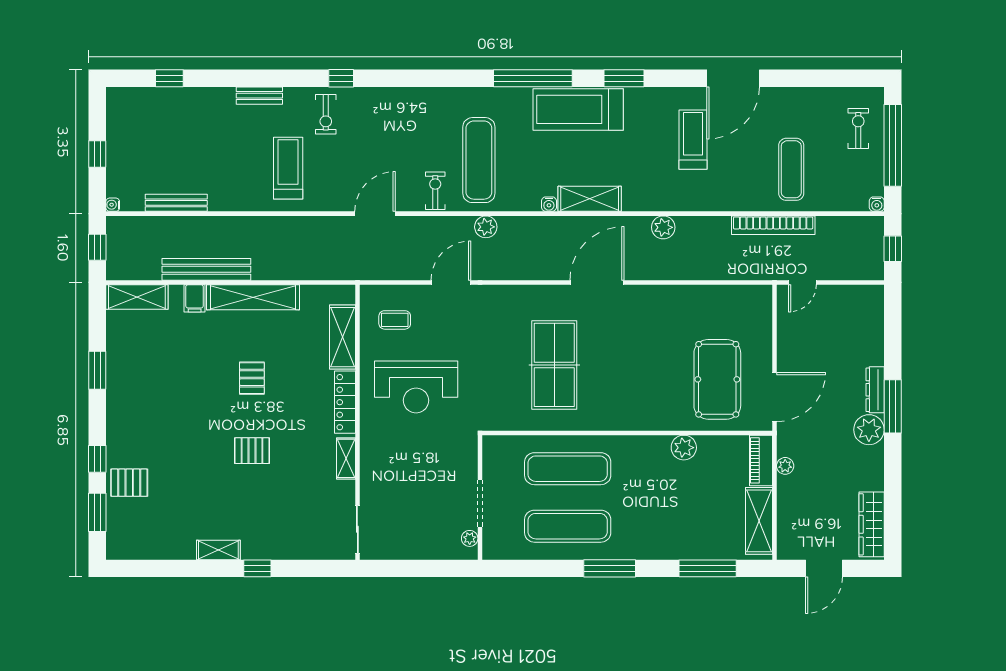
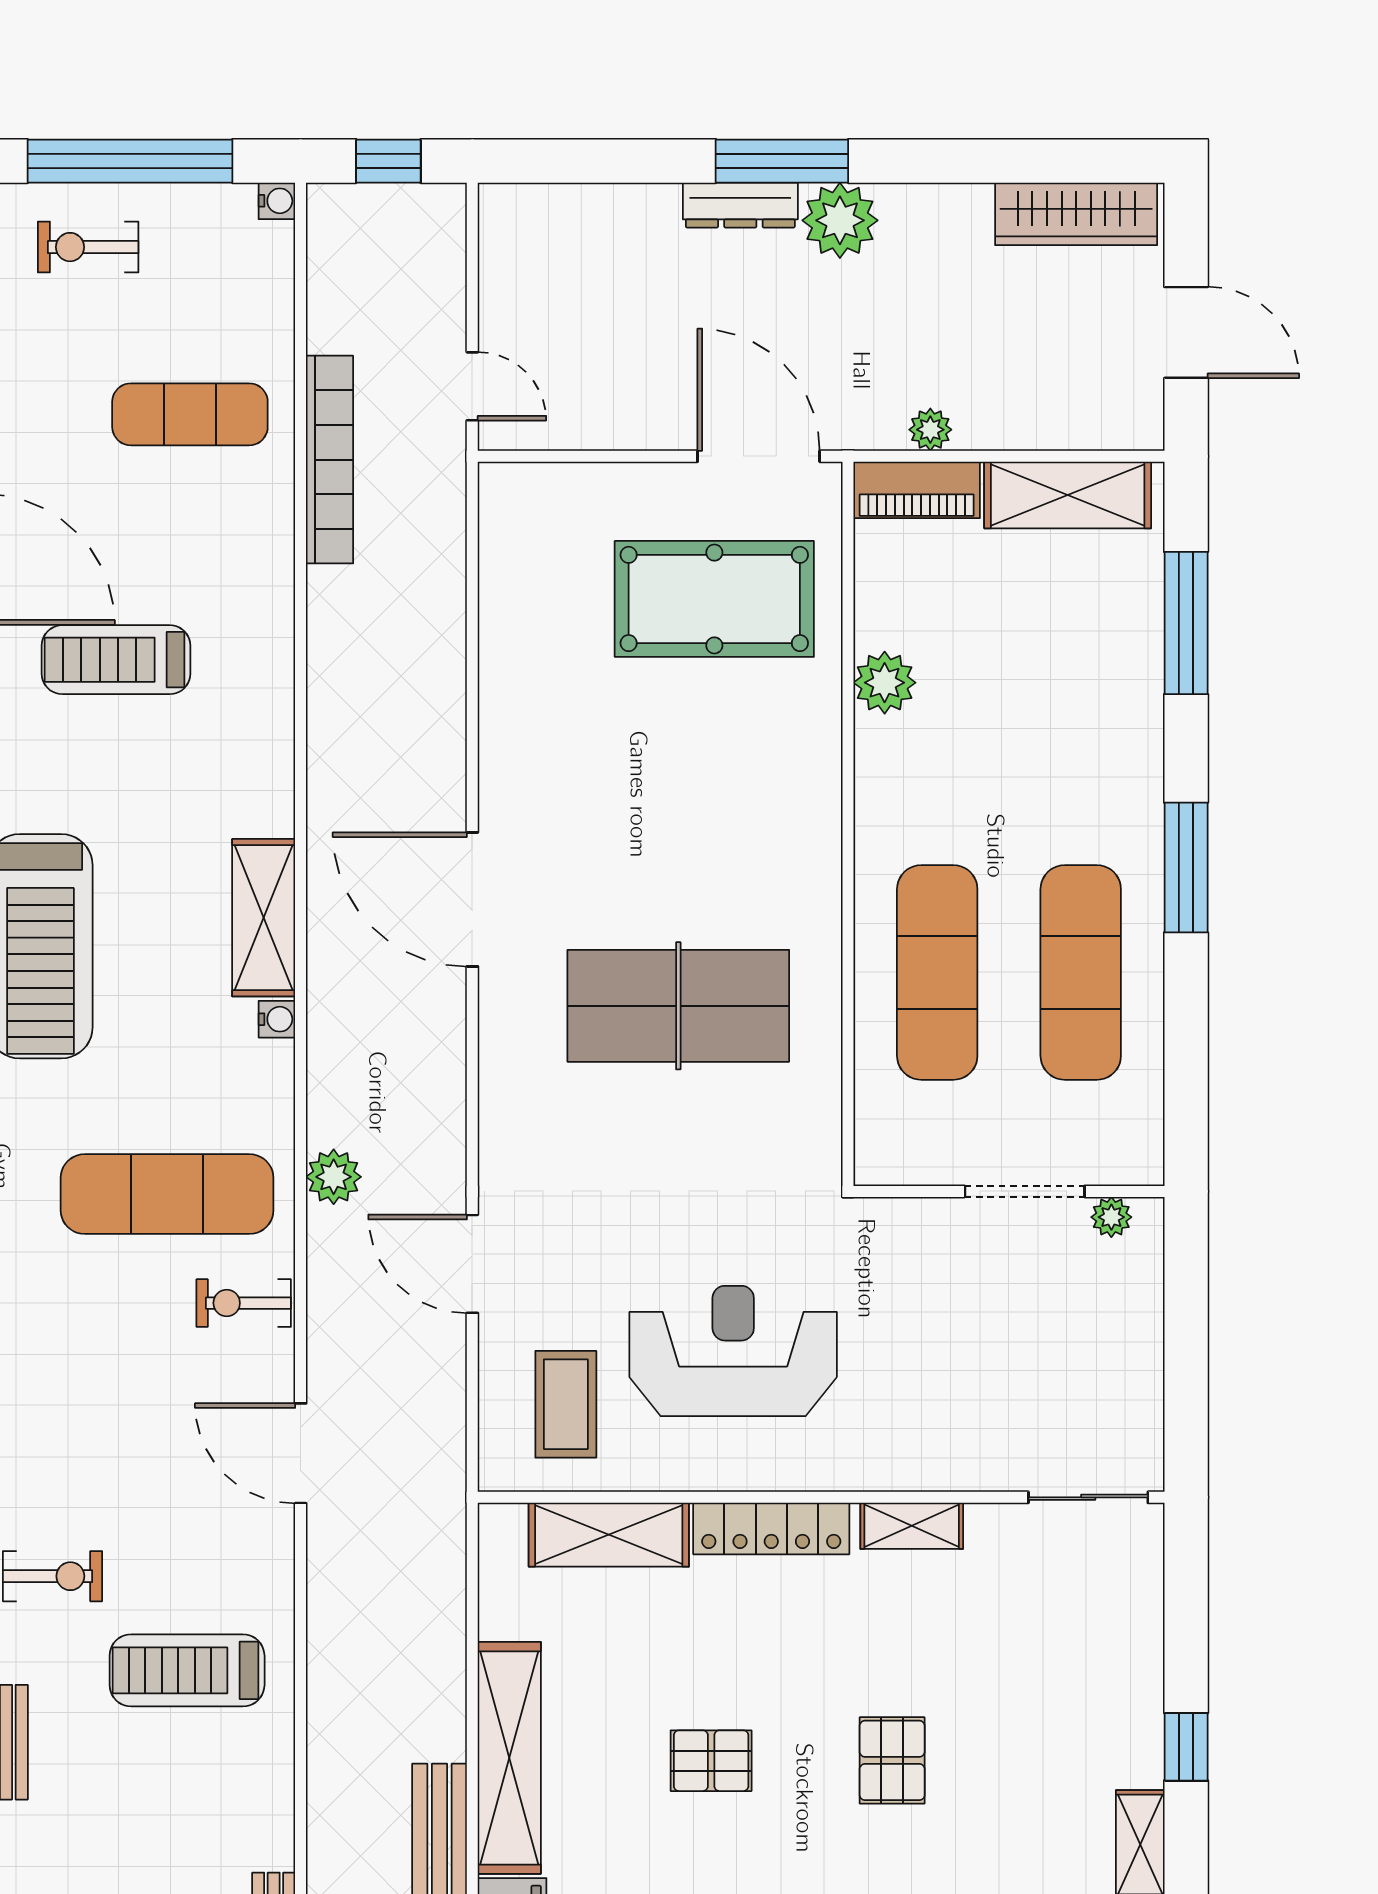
plant: (663, 227) -> (335, 734), removed
coffee table: (395, 320) -> (566, 1404), width x1.36, depth x1.30
reception desk: (416, 387) -> (733, 1351), turned -90

